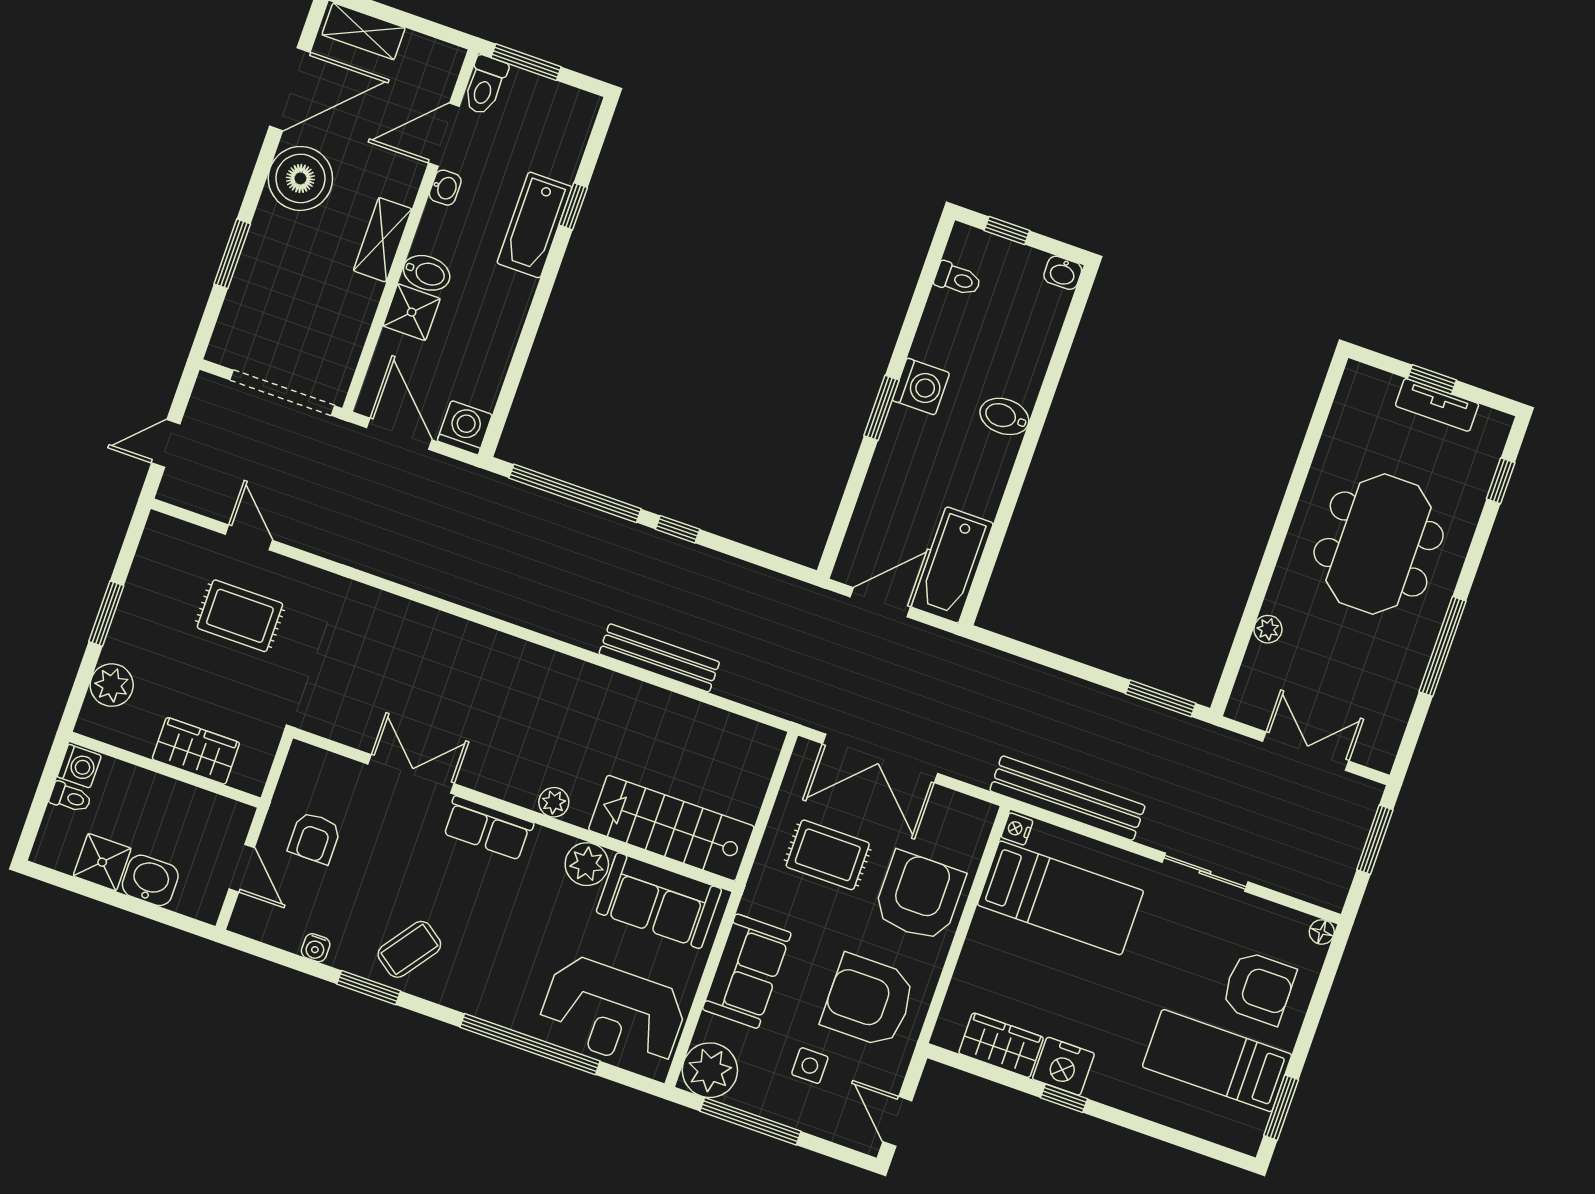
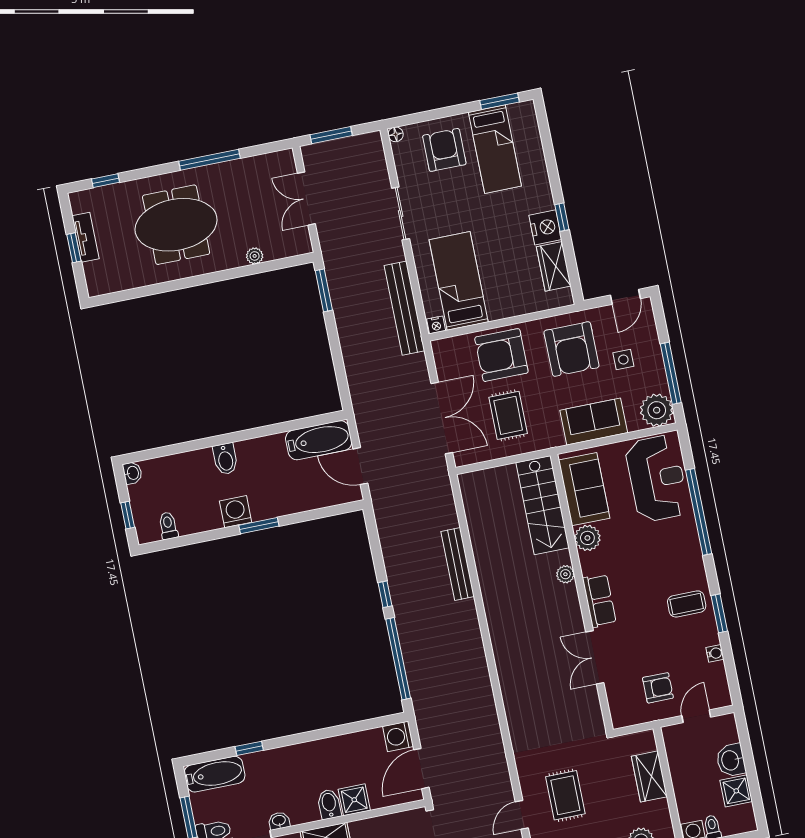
bathtub: (534, 225) -> (215, 774), moved
coffee table: (409, 949) -> (687, 604), turned -36

